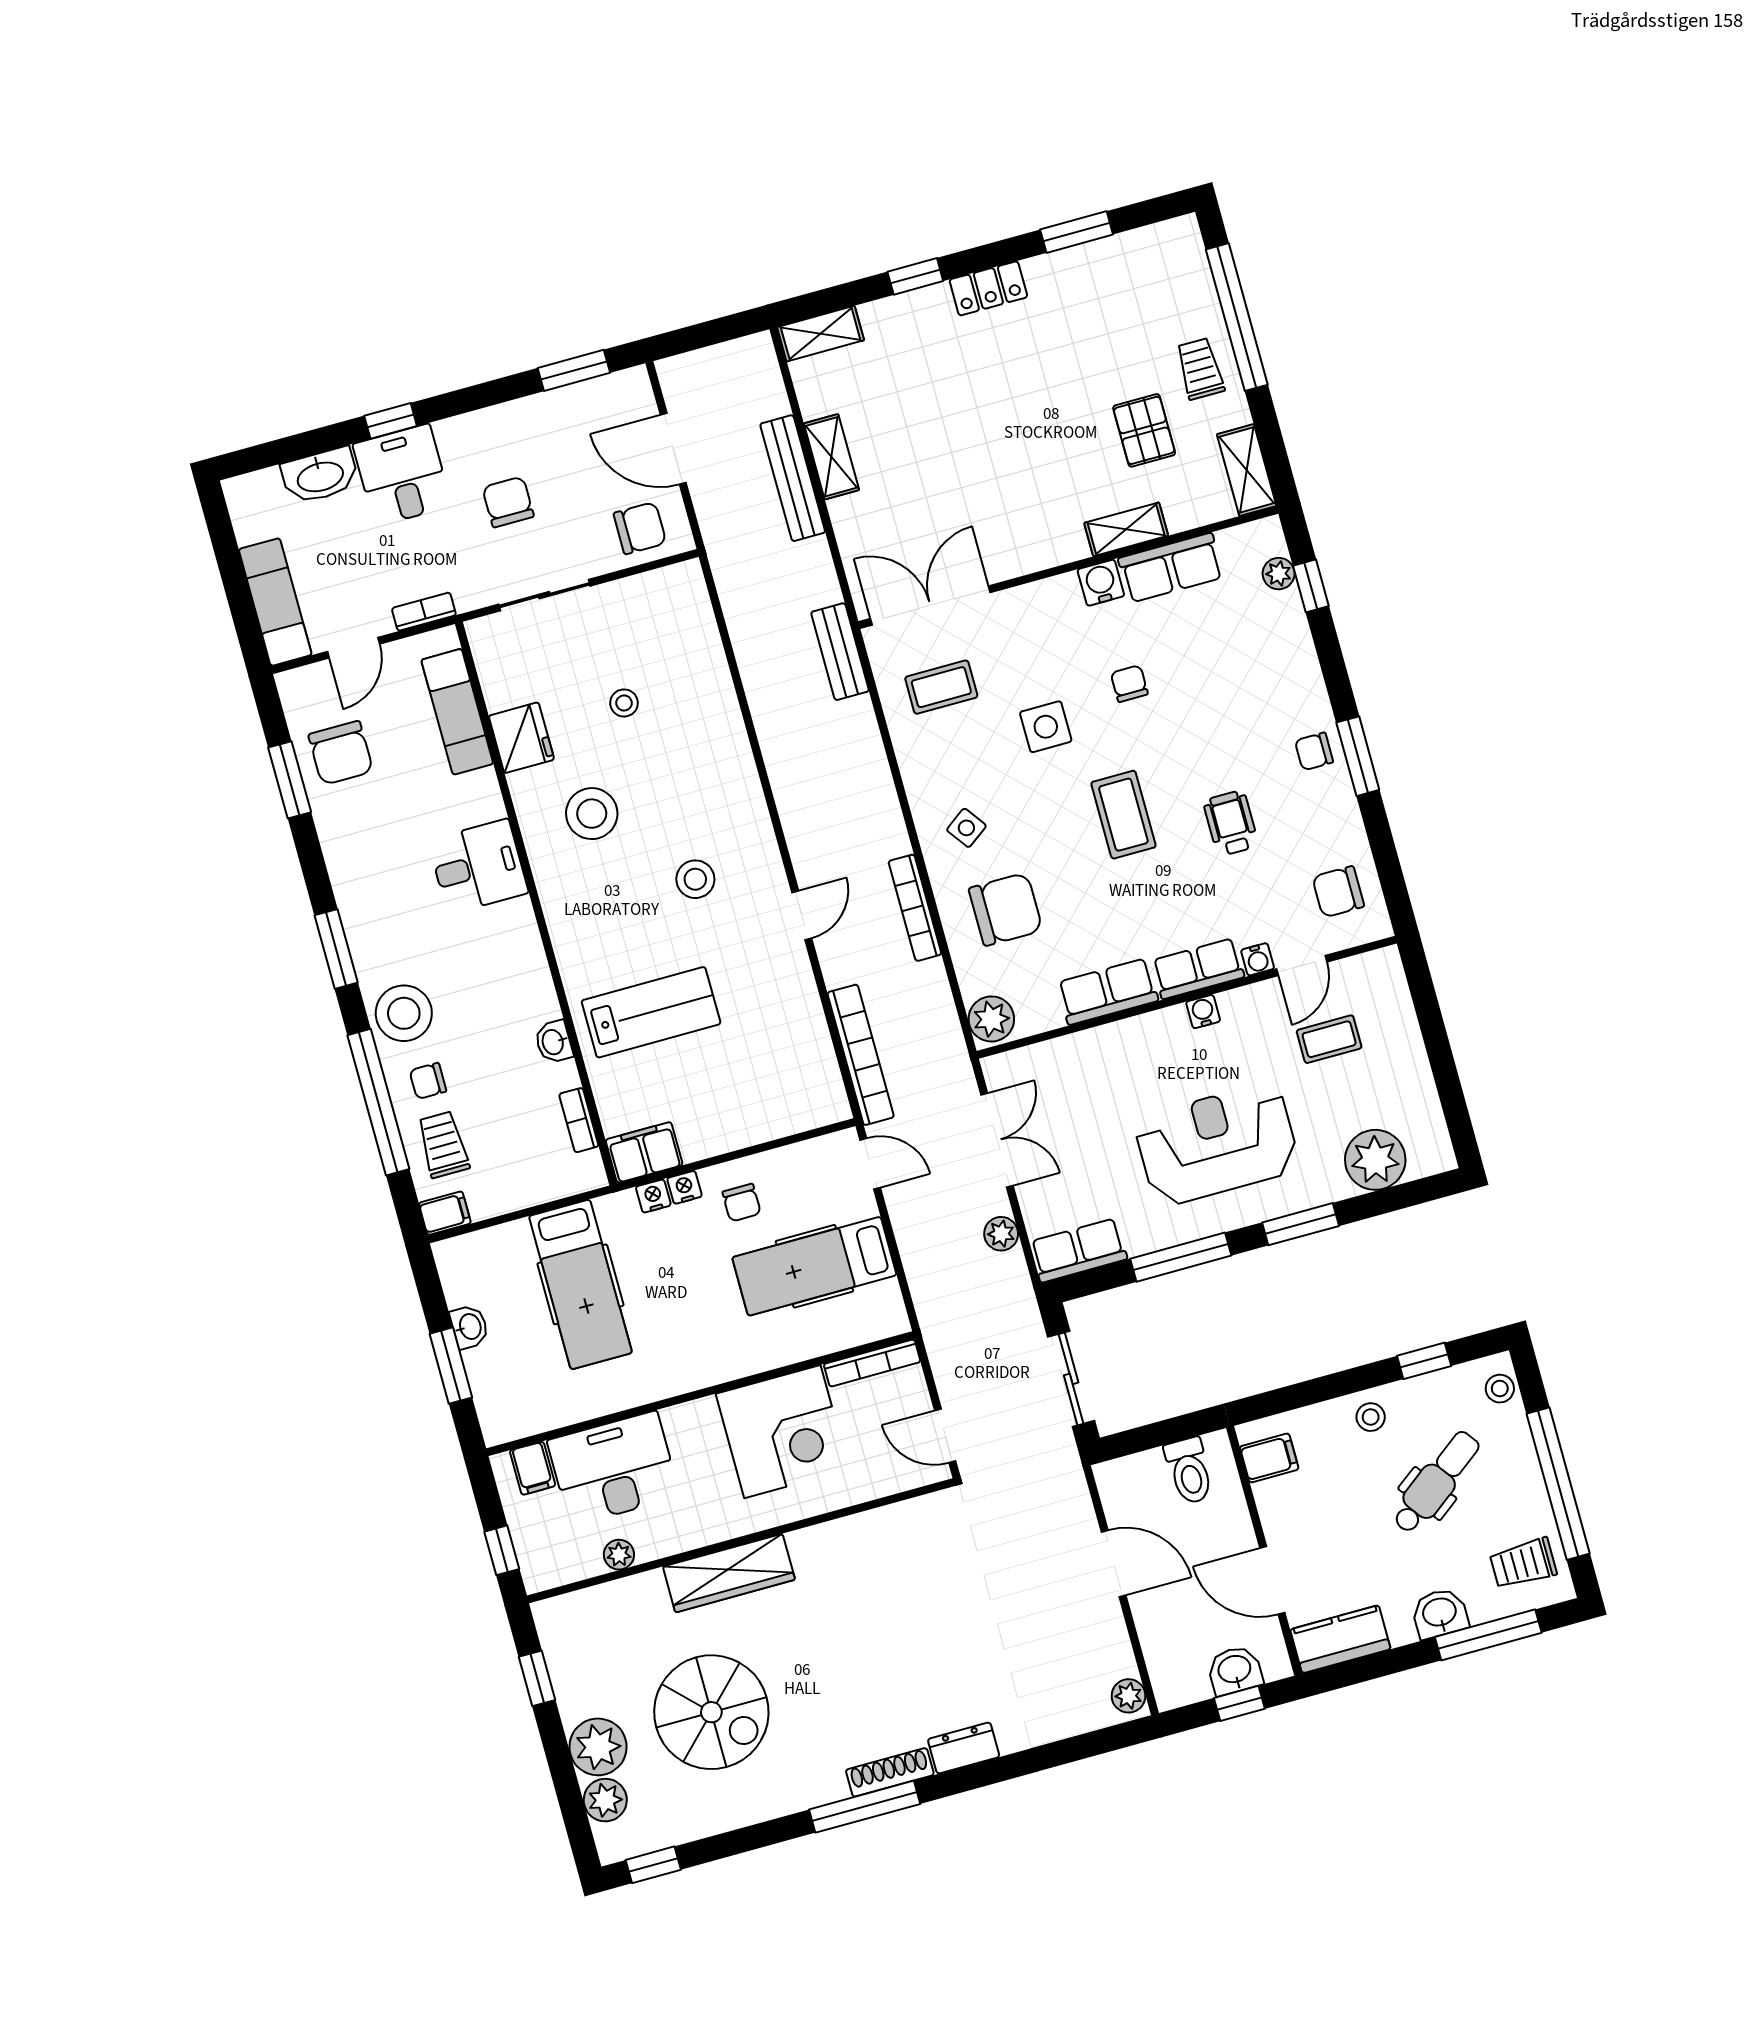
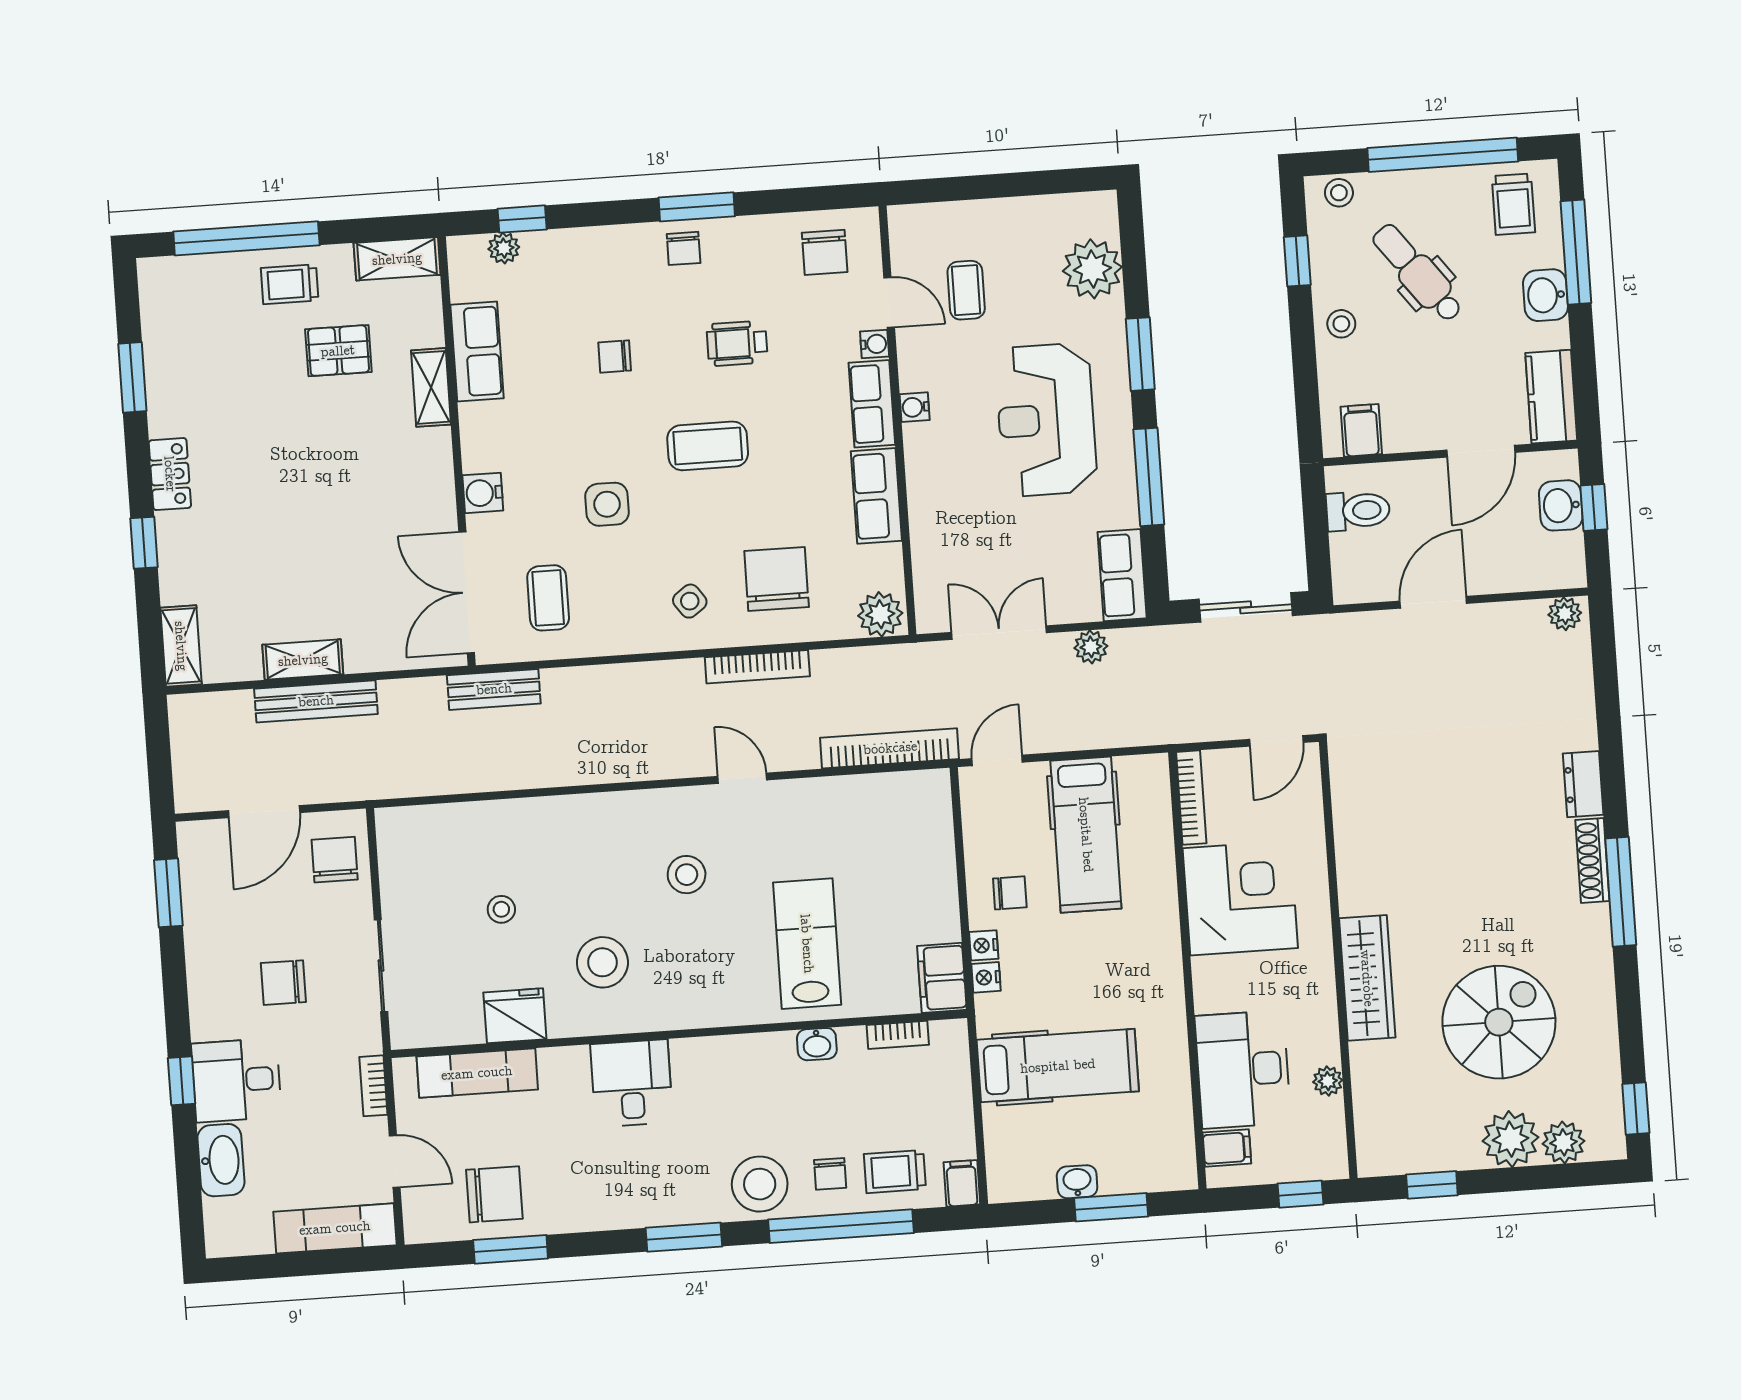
water cooler: (1101, 583) -> (483, 493), moved
chair: (1129, 684) -> (615, 356), moved

